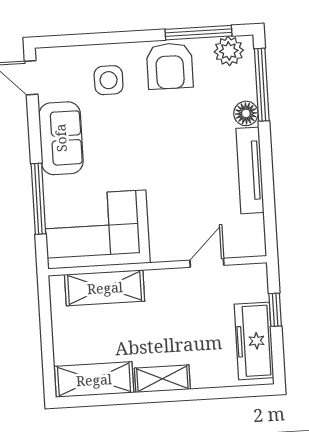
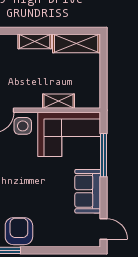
side table: (109, 80) -> (23, 126), moved
shelving: (105, 288) -> (59, 101), width x0.67, depth x0.75

